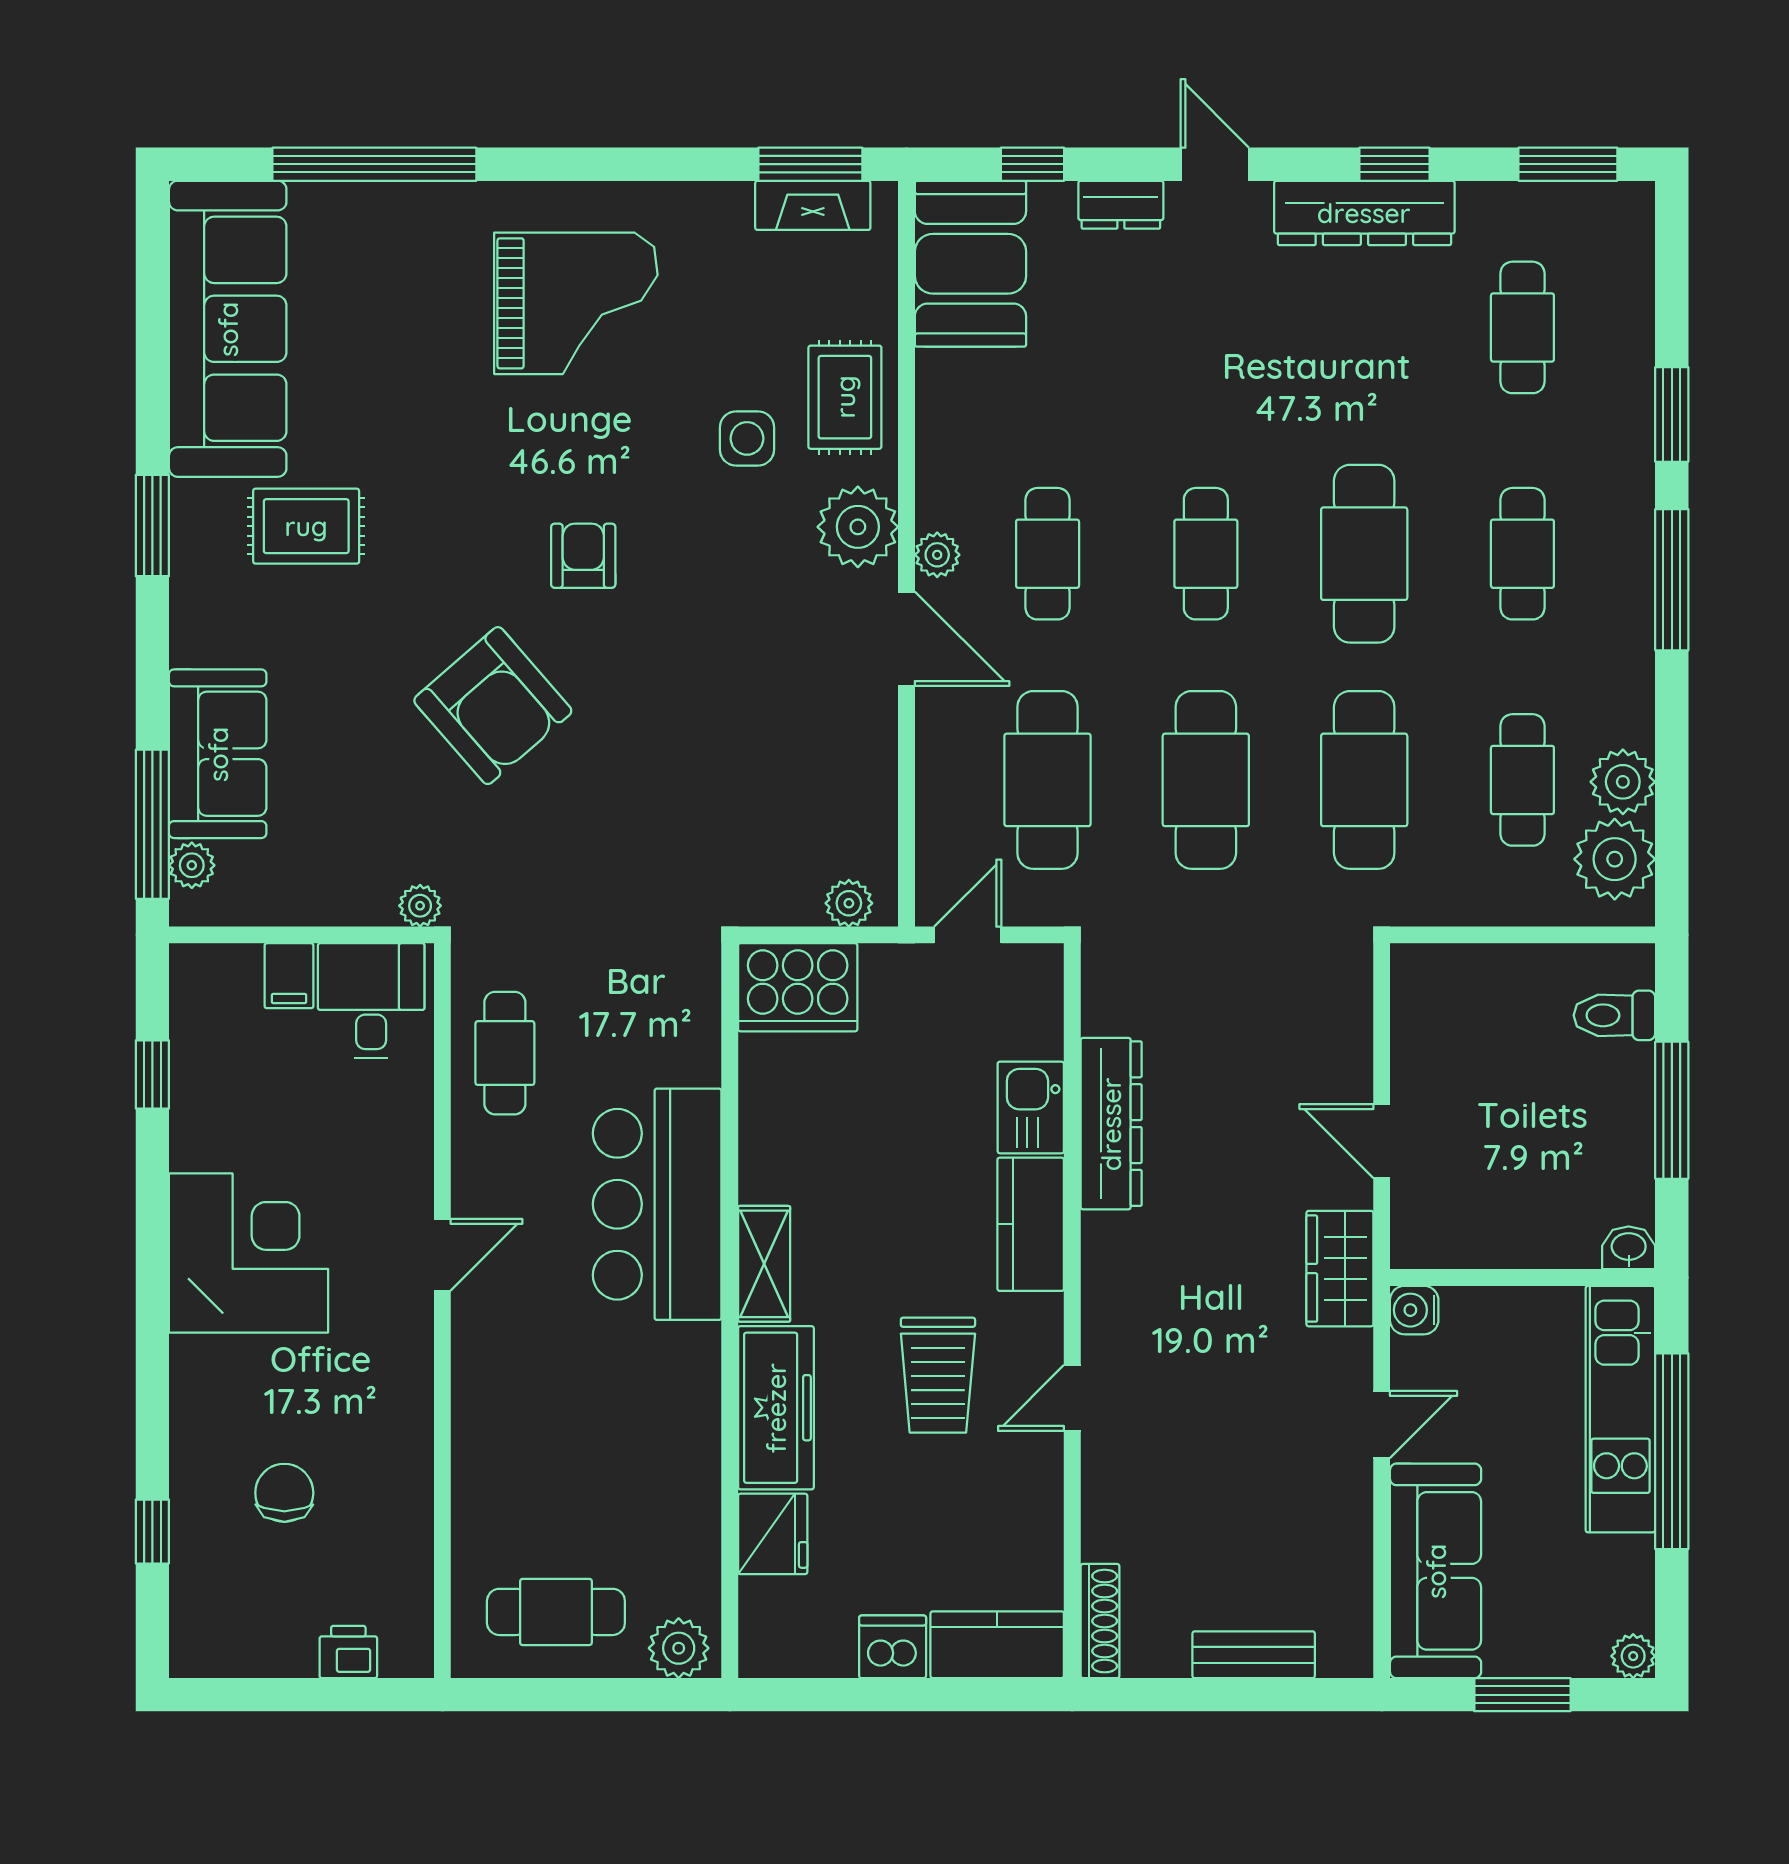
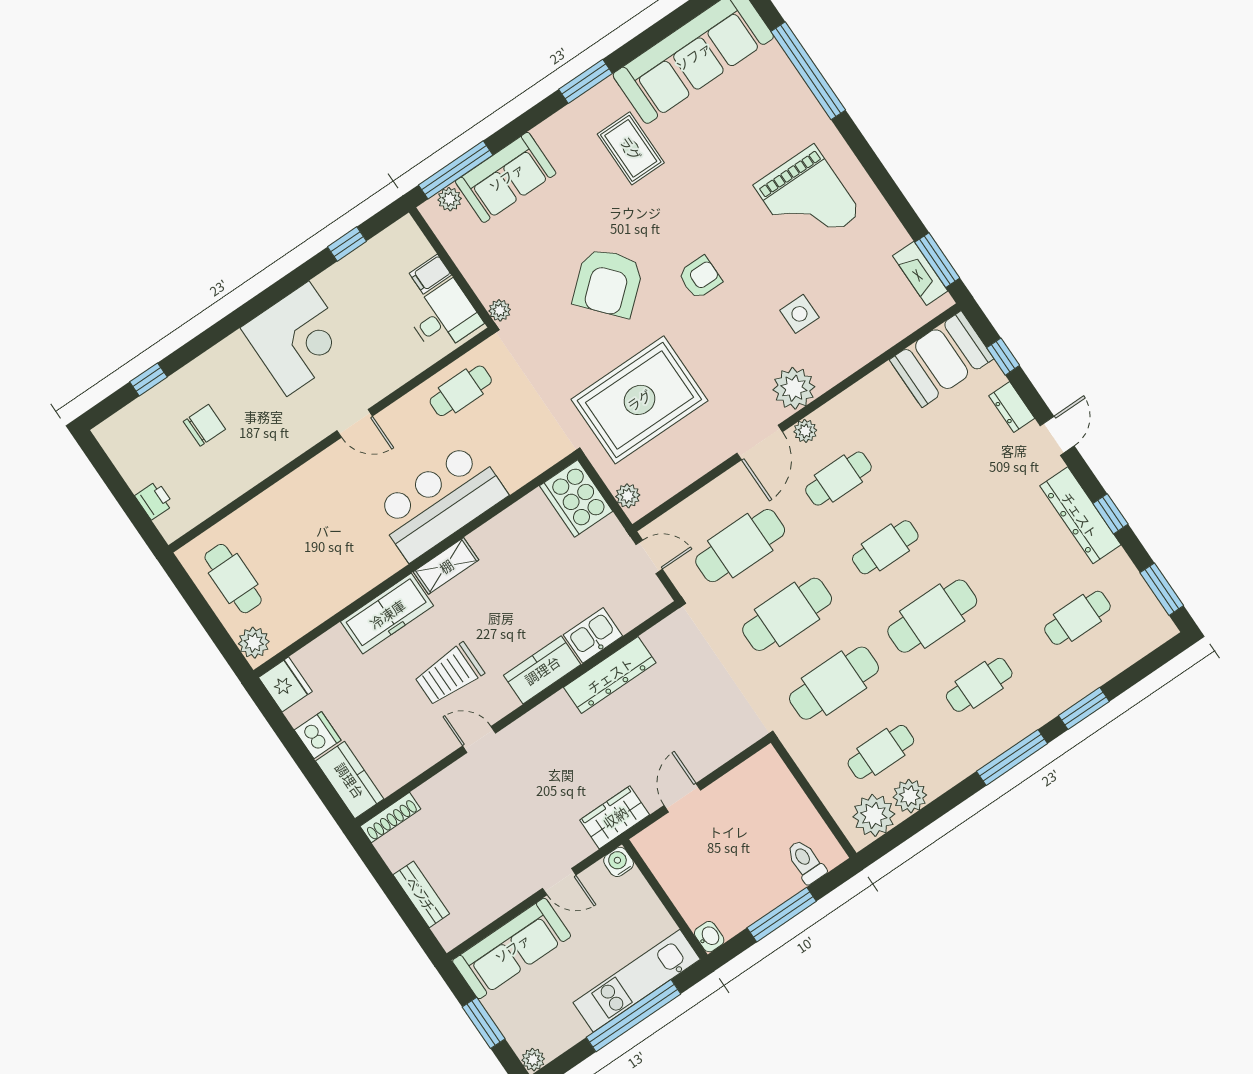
rug: (845, 397) -> (639, 400), moved, width x1.86, depth x2.06
fridge: (773, 1534) -> (285, 684), moved, turned -90

